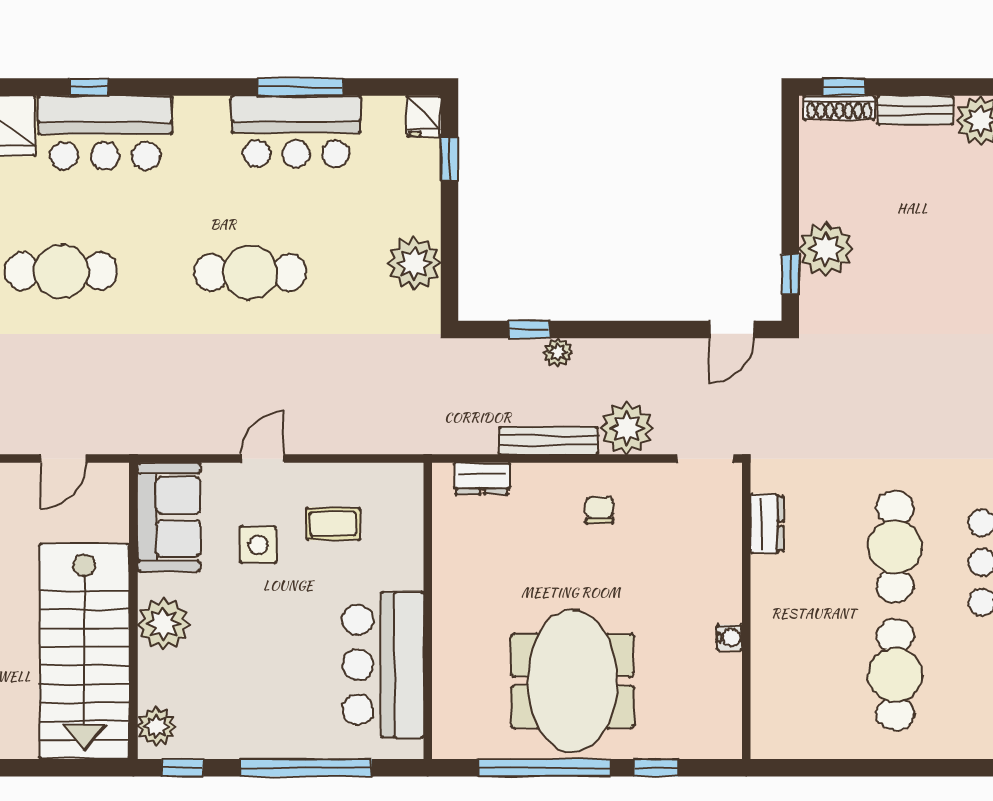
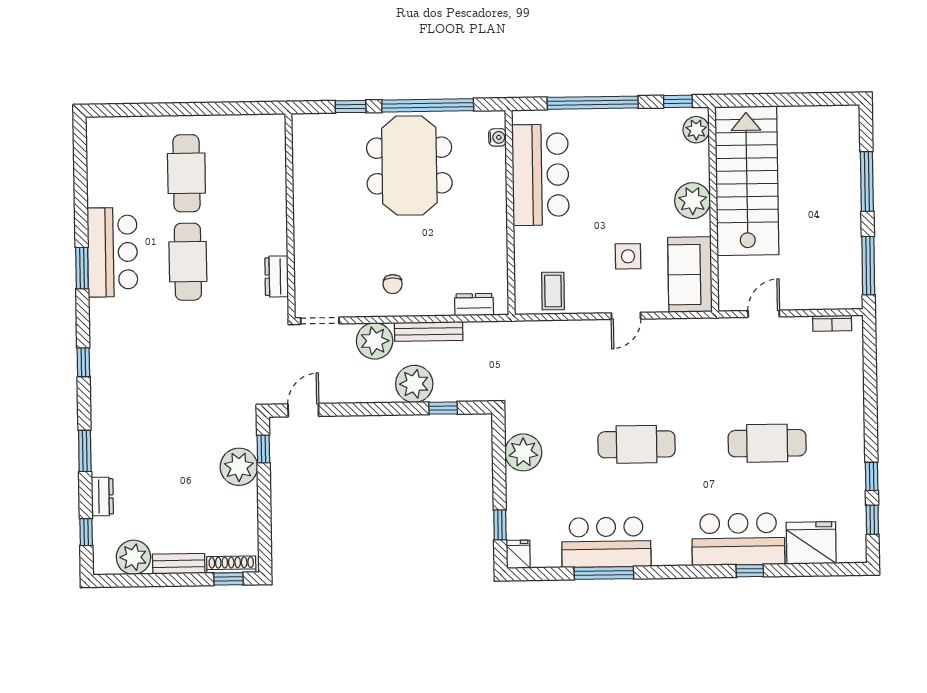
plant: (558, 352) -> (414, 384), width x1.87, depth x1.87
coffee table: (333, 524) -> (553, 291), moved, turned 90
water cooler: (729, 638) -> (497, 137), moved, turned 180

